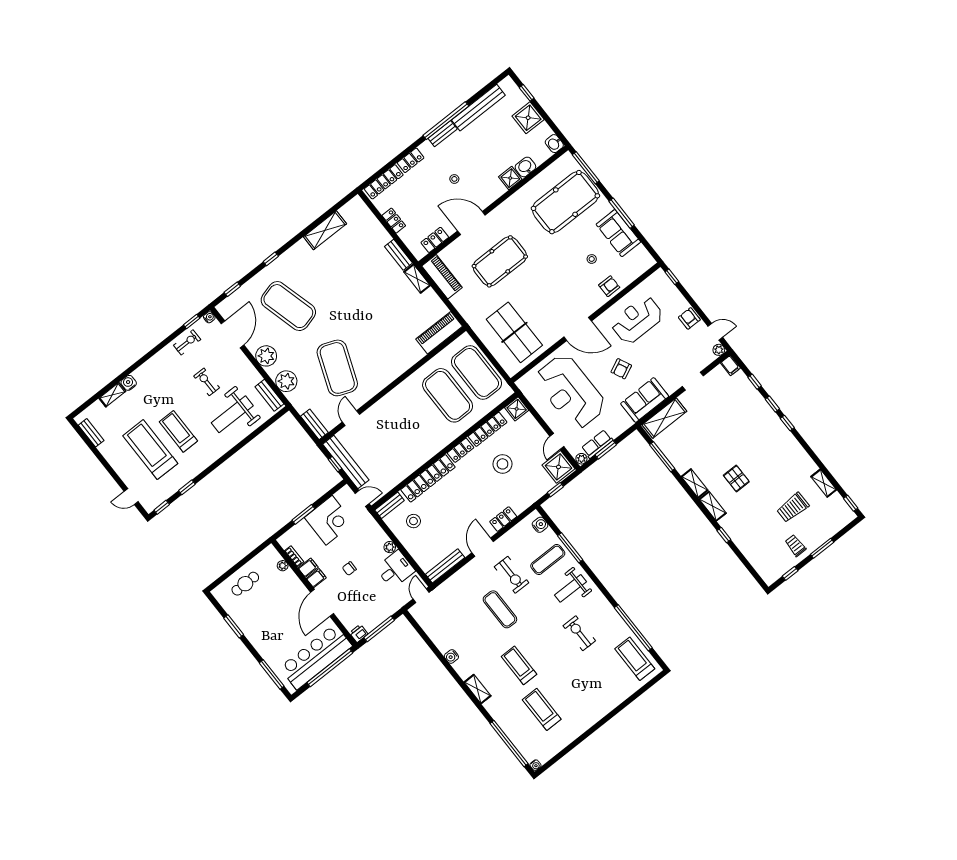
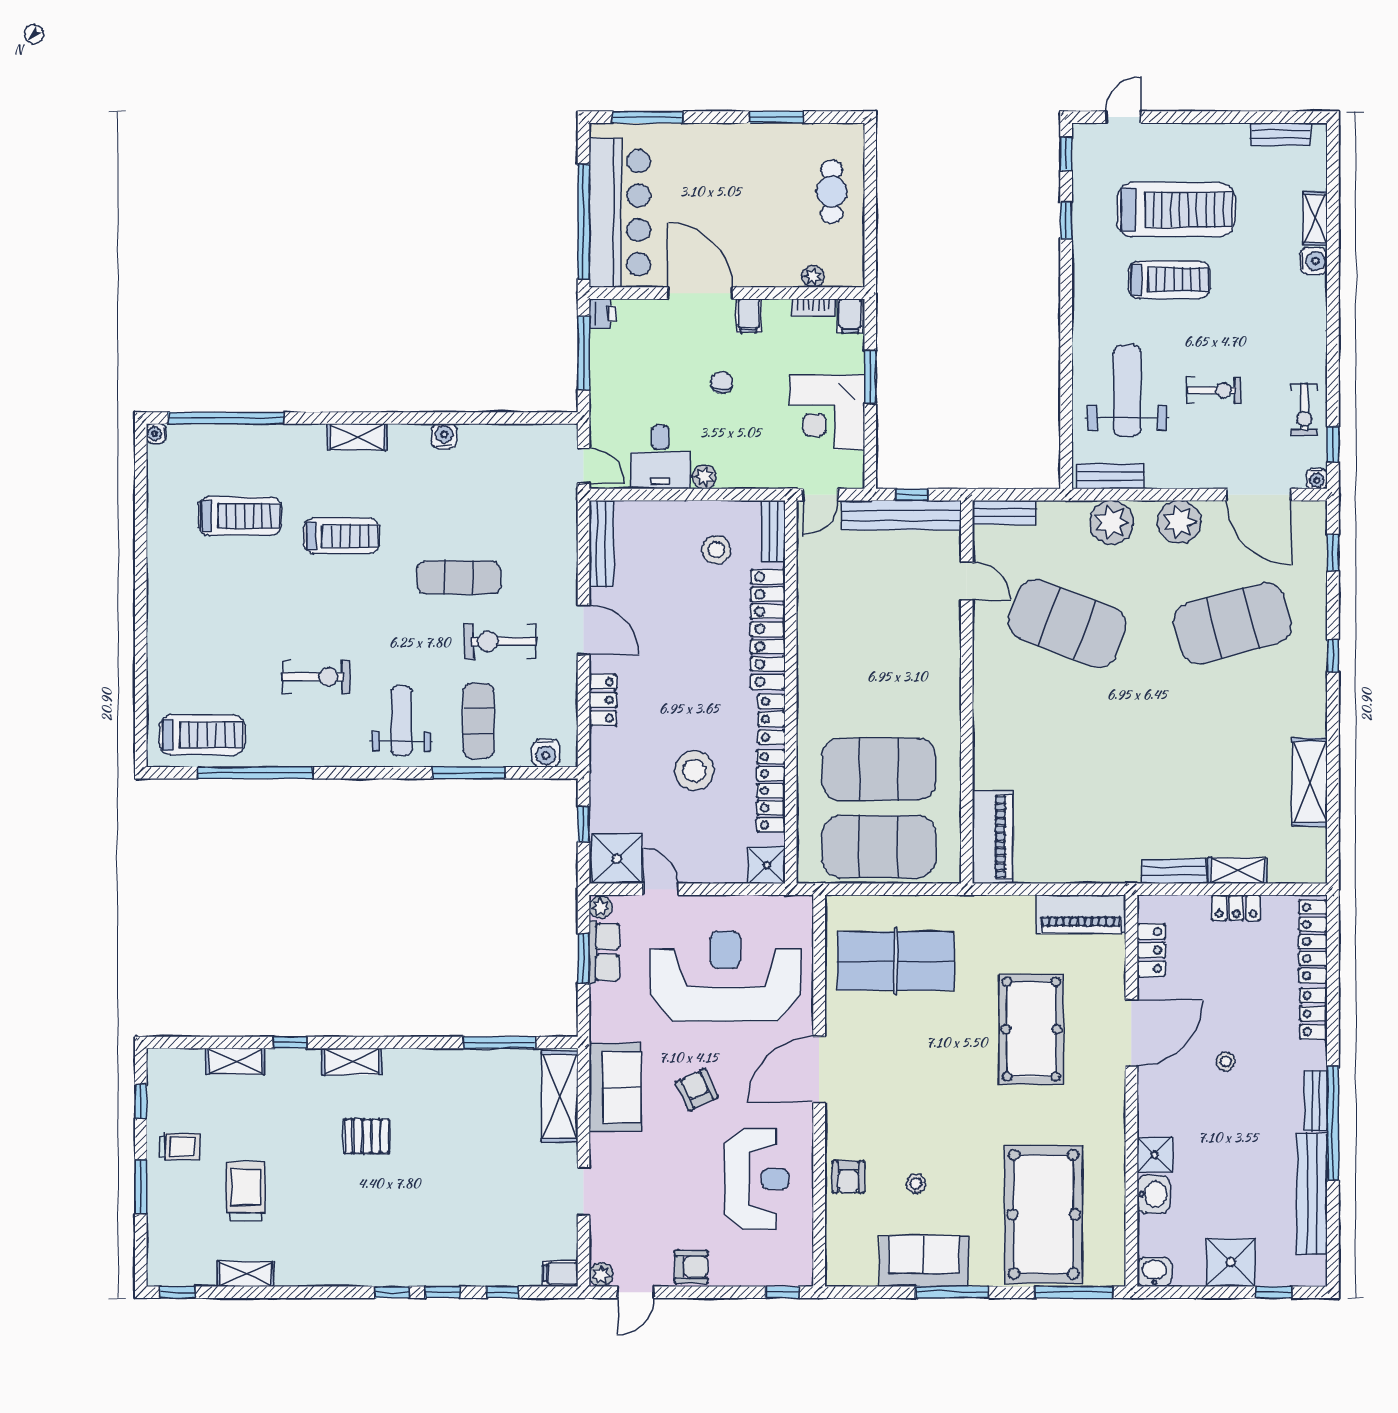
shelving: (417, 279) -> (1237, 870), moved
shelving: (695, 483) -> (235, 1061), moved
filing cabinet: (308, 568) -> (850, 316), moved

